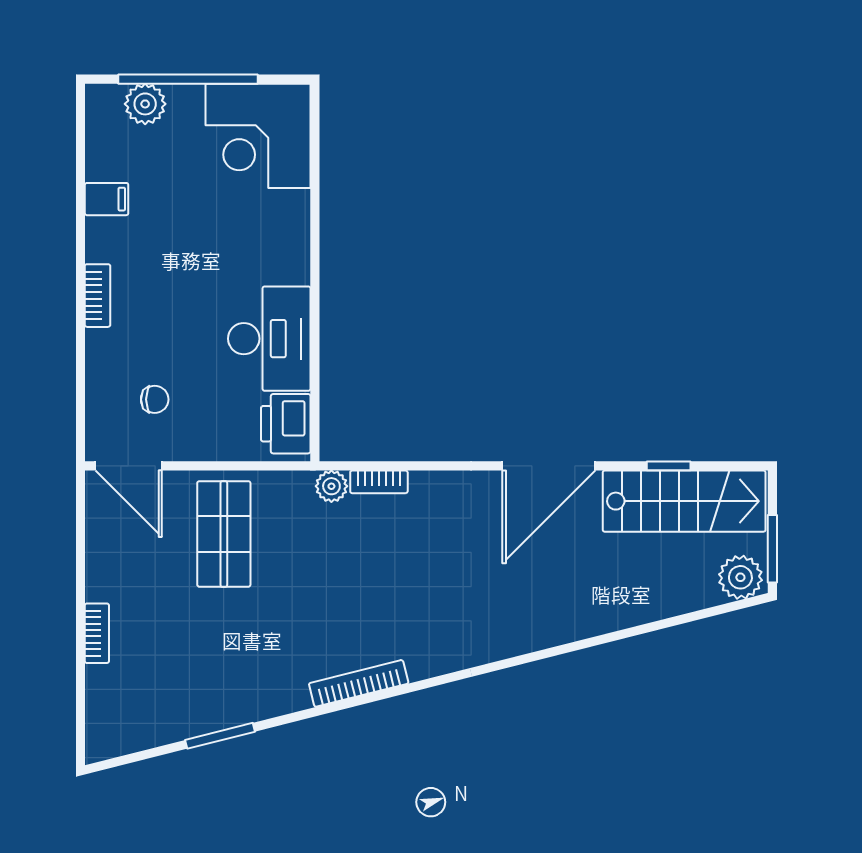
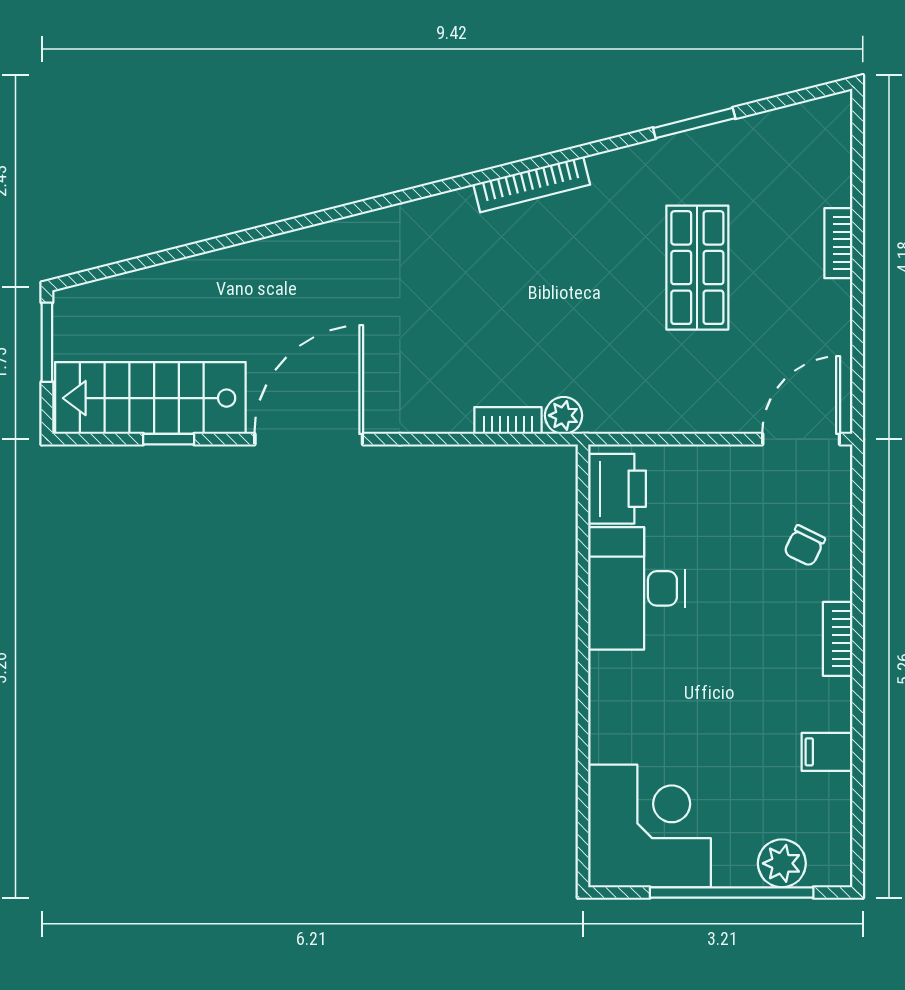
chair: (155, 399) -> (804, 546), moved, turned -64
door: (129, 466) -> (801, 439), hinge flipped
shop shelf: (224, 534) -> (697, 268), moved
plant: (740, 577) -> (84, 309), removed

